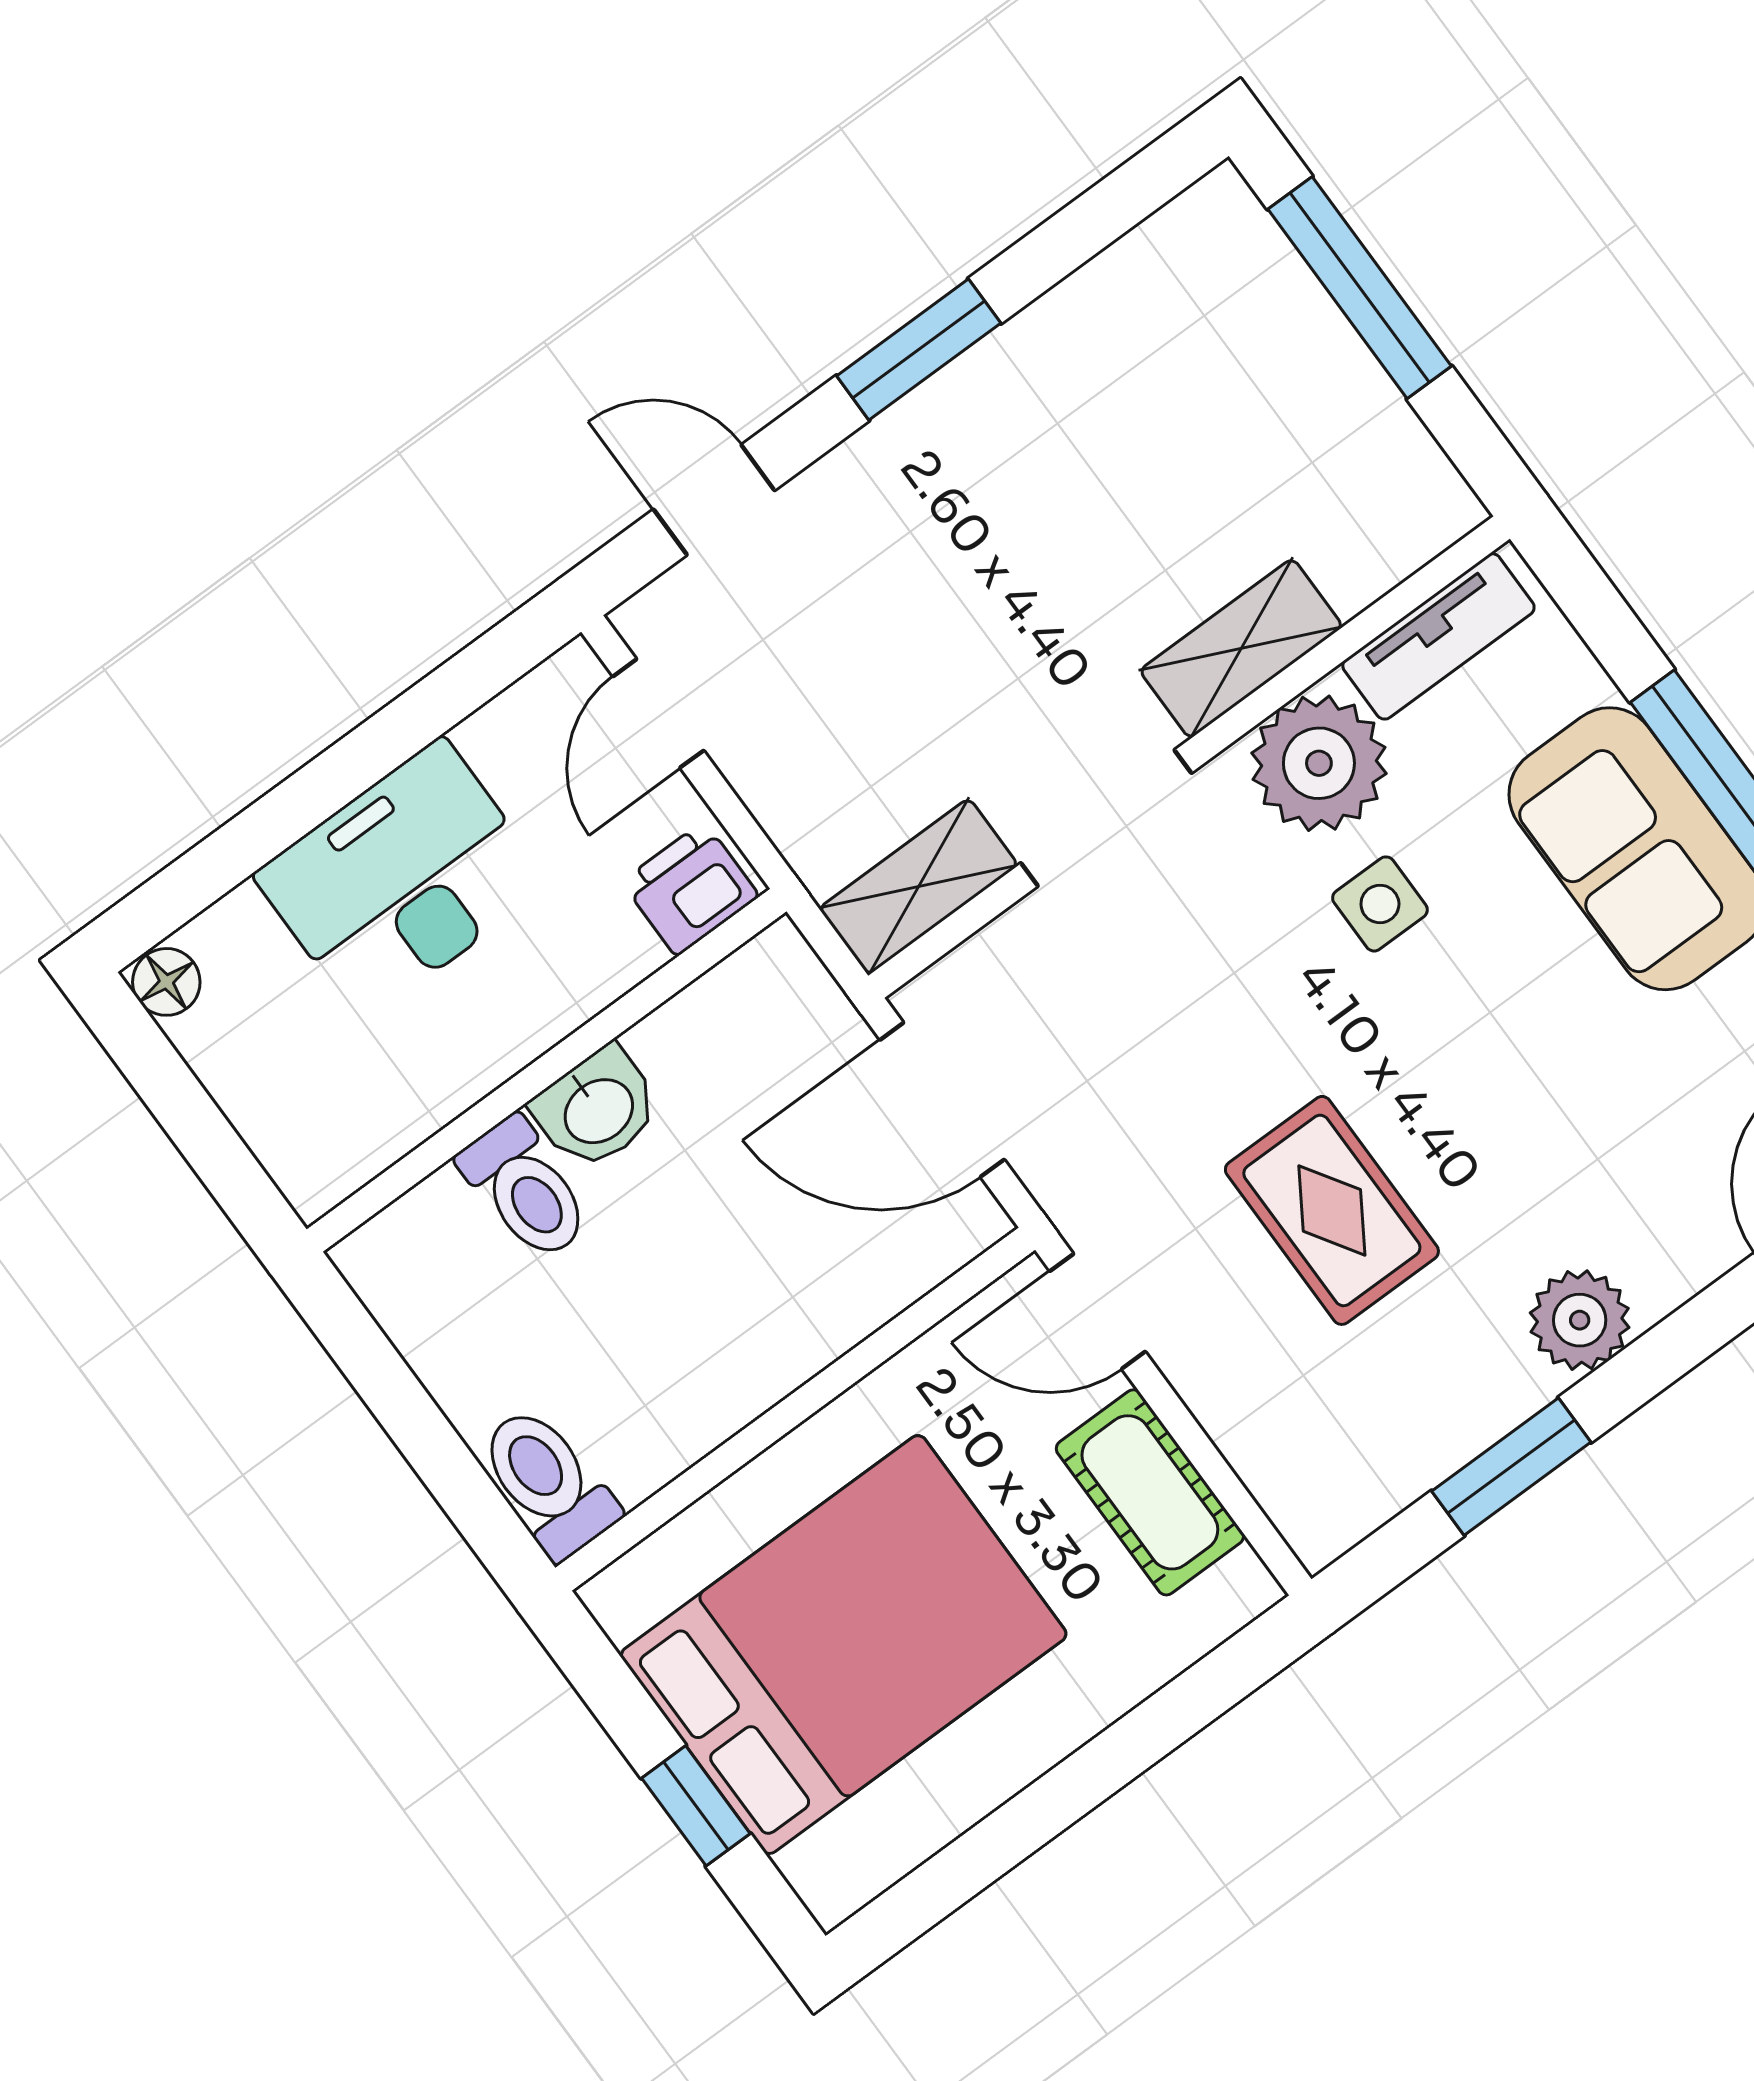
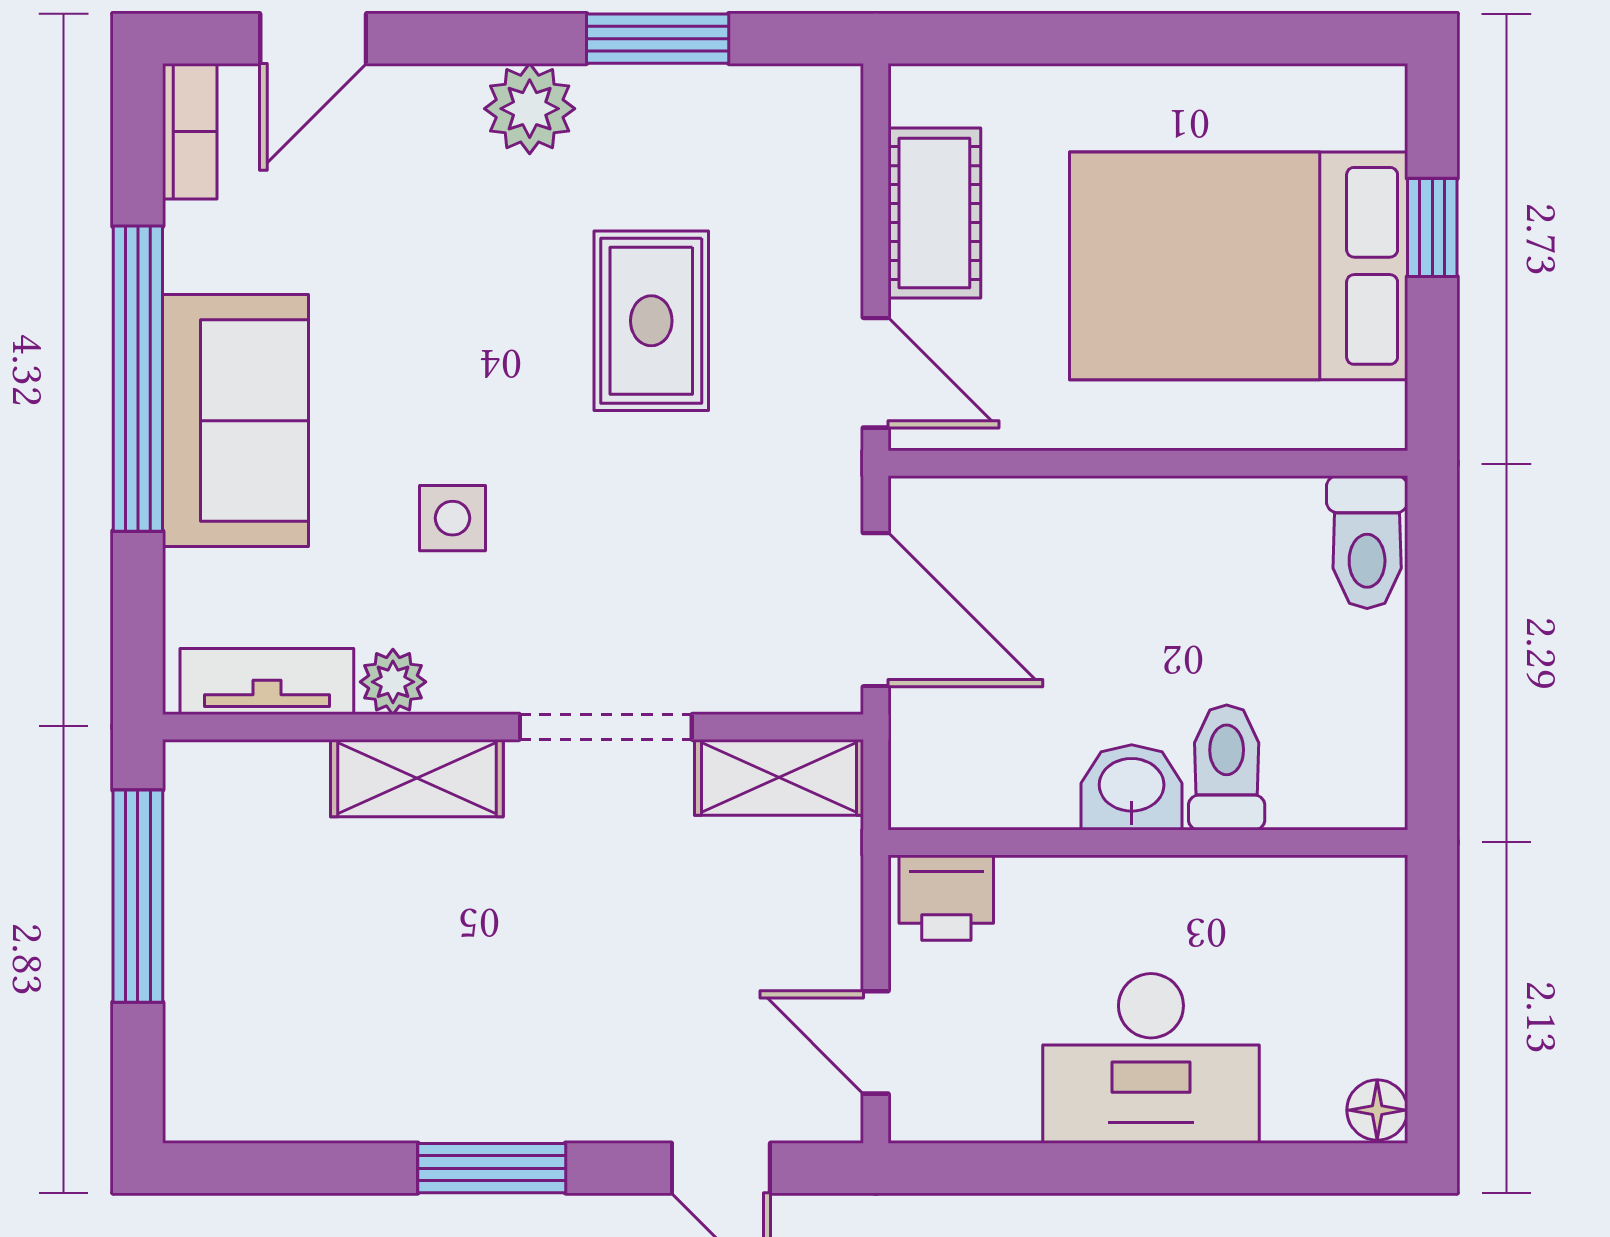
window: (1360, 288) -> (138, 896), moved
door: (658, 713) -> (876, 1042), swing flipped
plant: (1319, 763) -> (393, 682), width x0.53, depth x0.53

